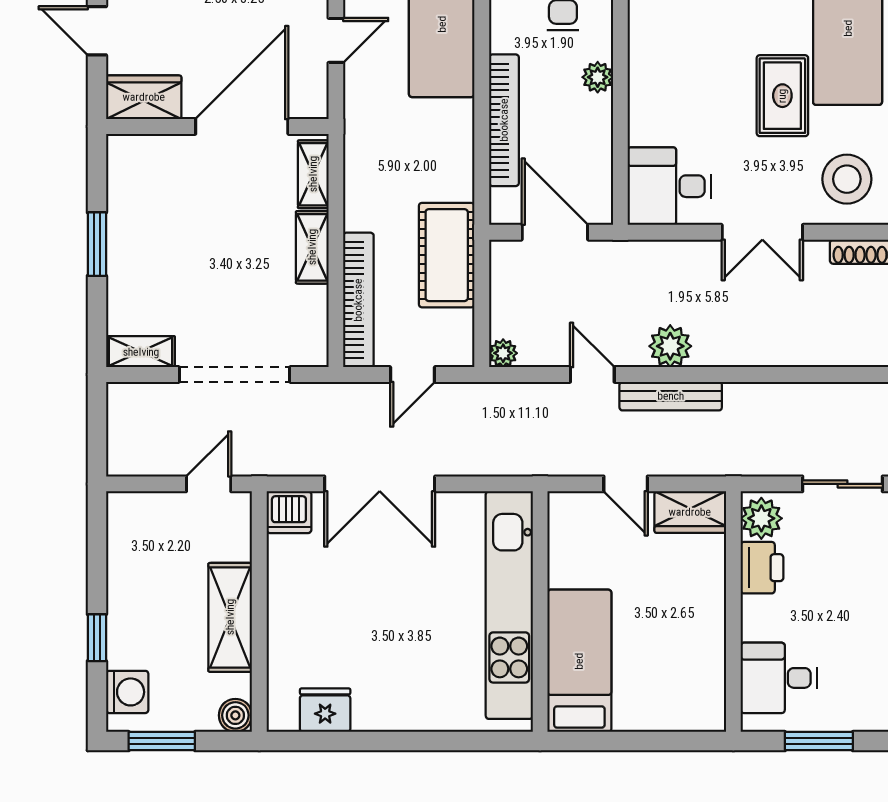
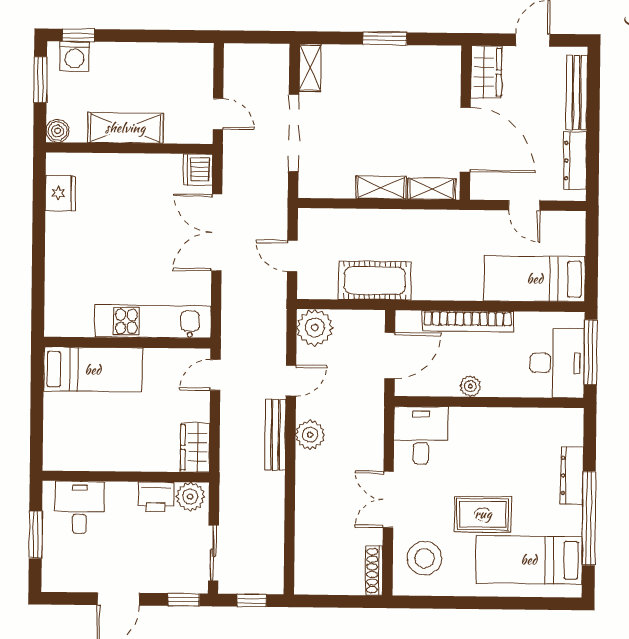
plant: (598, 77) -> (470, 386), moved
bookcase: (358, 300) -> (344, 219), removed
plant: (503, 353) -> (315, 327), width x1.88, depth x1.88
door: (626, 484) -> (215, 375), moved
kitchen unit: (509, 605) -> (153, 322), width x0.73
window: (97, 638) -> (79, 35), moved

